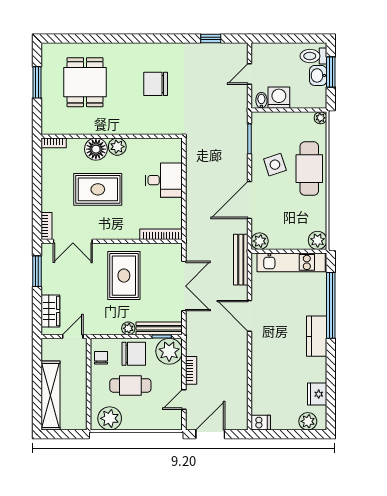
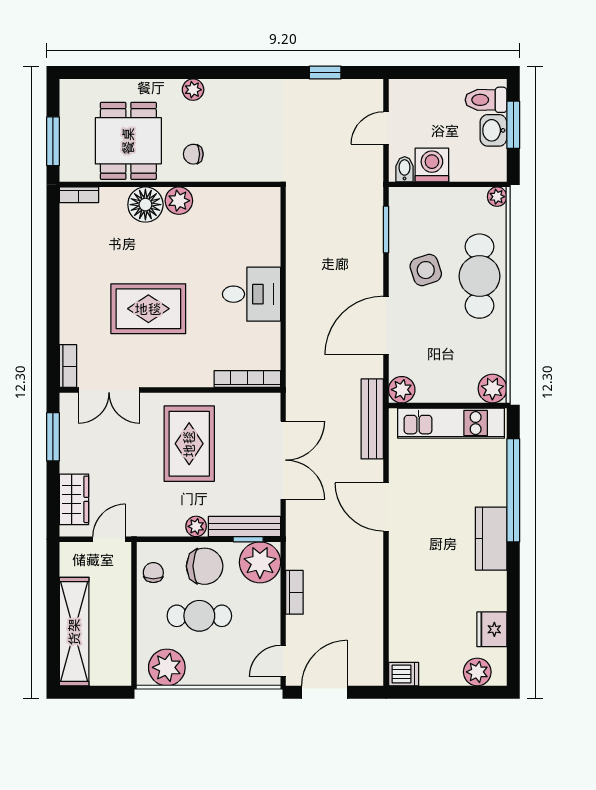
plant: (126, 49) -> (193, 90), added
chair: (156, 84) -> (193, 154), moved, width x0.54, depth x0.54
wall: (112, 136) -> (170, 184), moved
bookcase: (54, 143) -> (79, 195), moved
plant: (117, 147) -> (179, 201), moved
floor lamp: (96, 149) -> (145, 205), moved
door: (184, 400) -> (283, 661), moved

